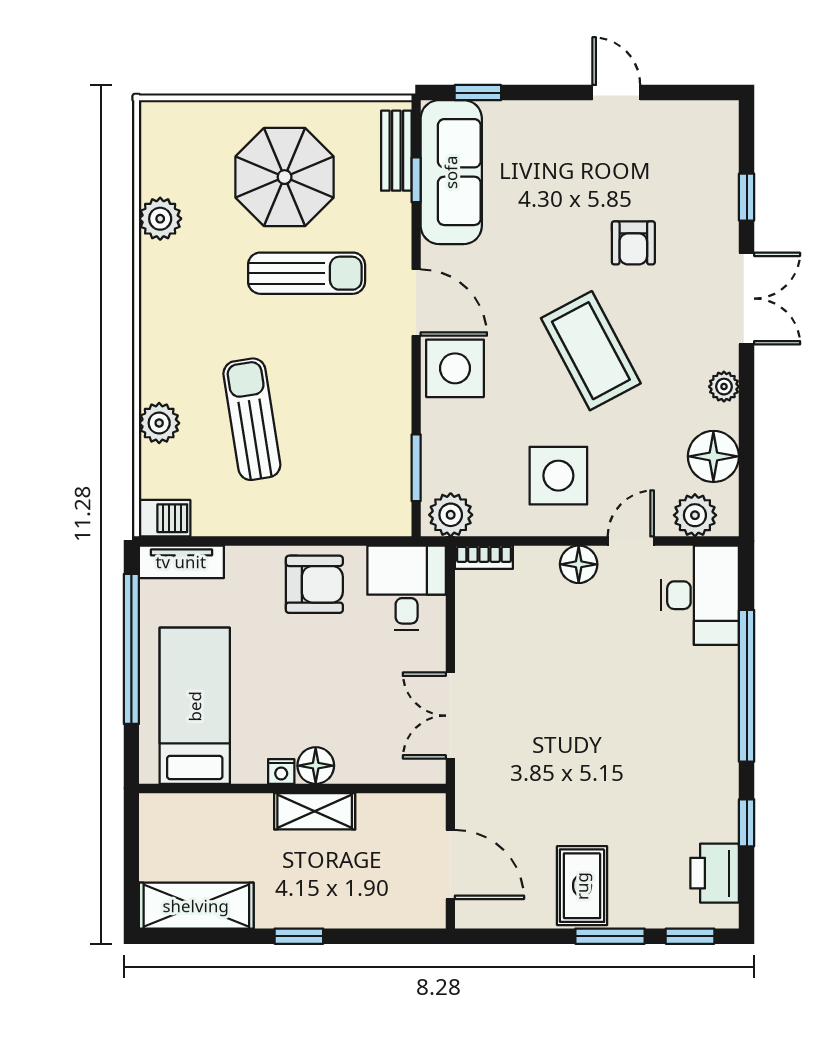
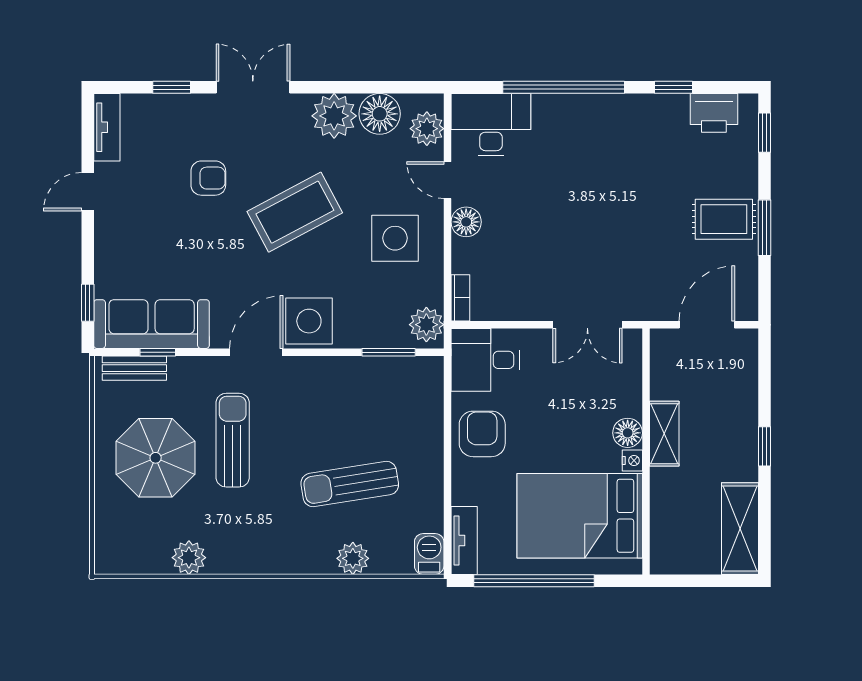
tv unit: (697, 116) -> (107, 127), added
plant: (724, 387) -> (334, 116), width x1.88, depth x1.88
bed: (195, 706) -> (580, 516), width x1.50
window: (610, 936) -> (764, 228), moved

